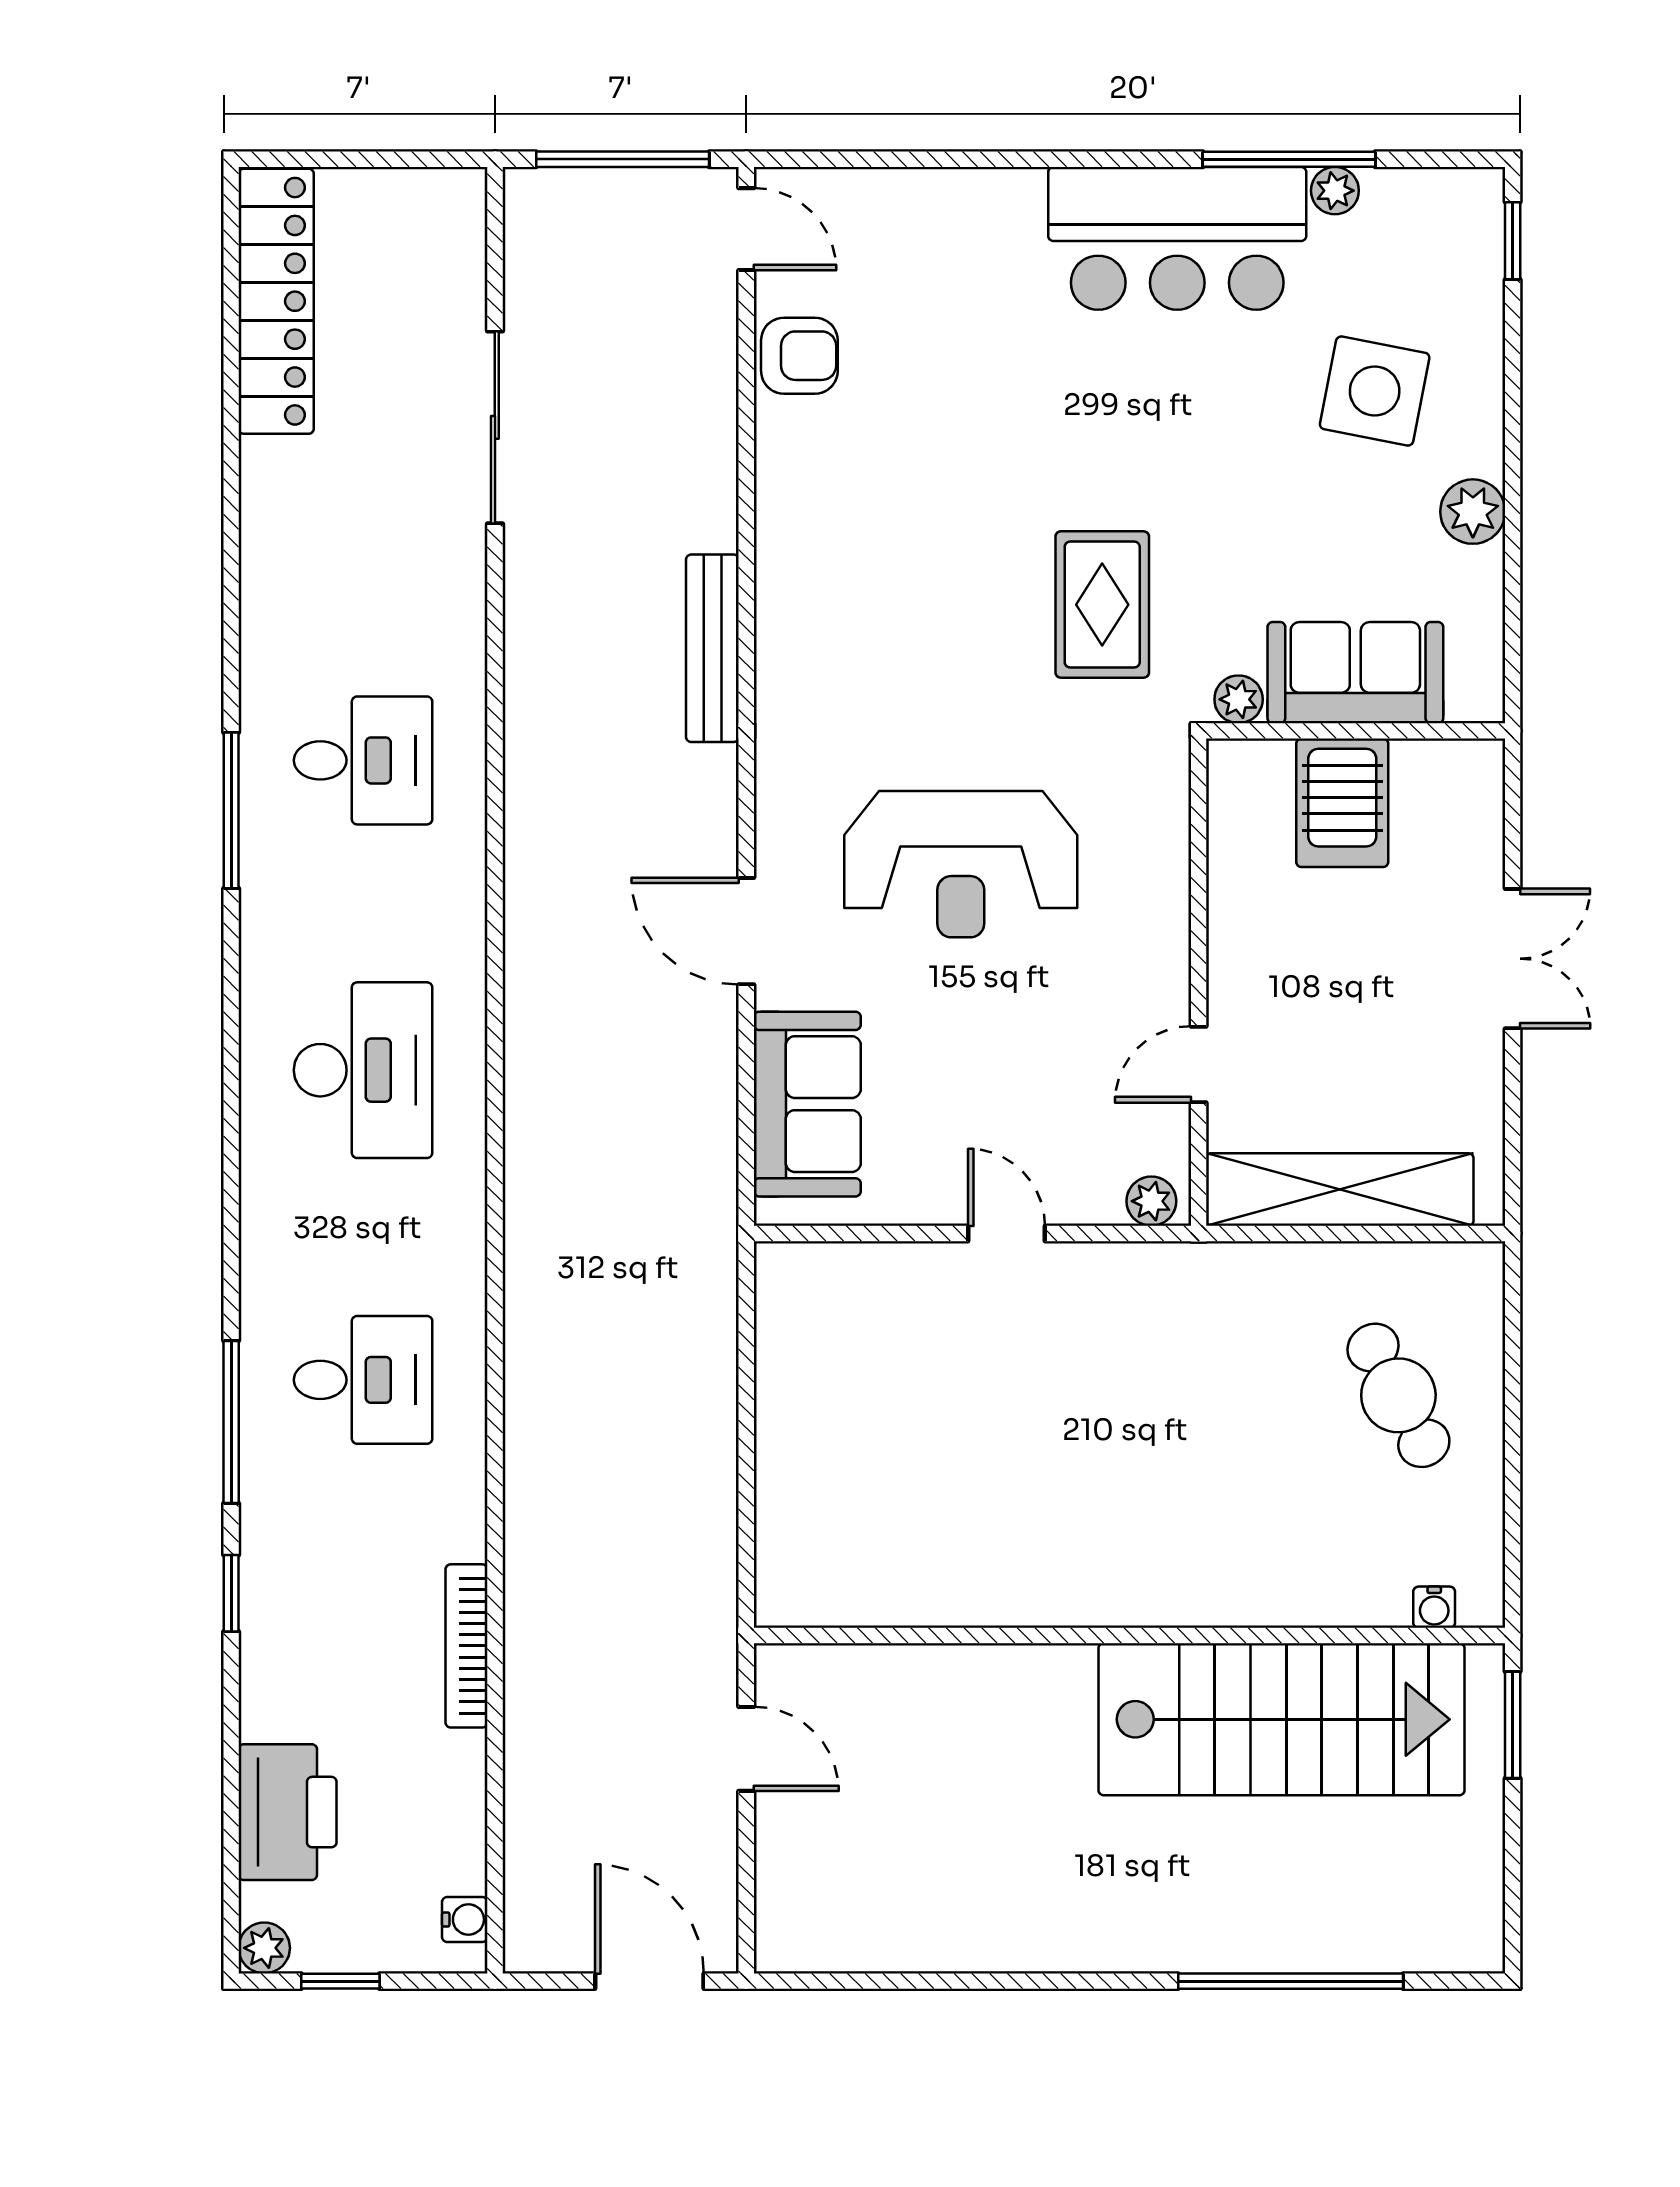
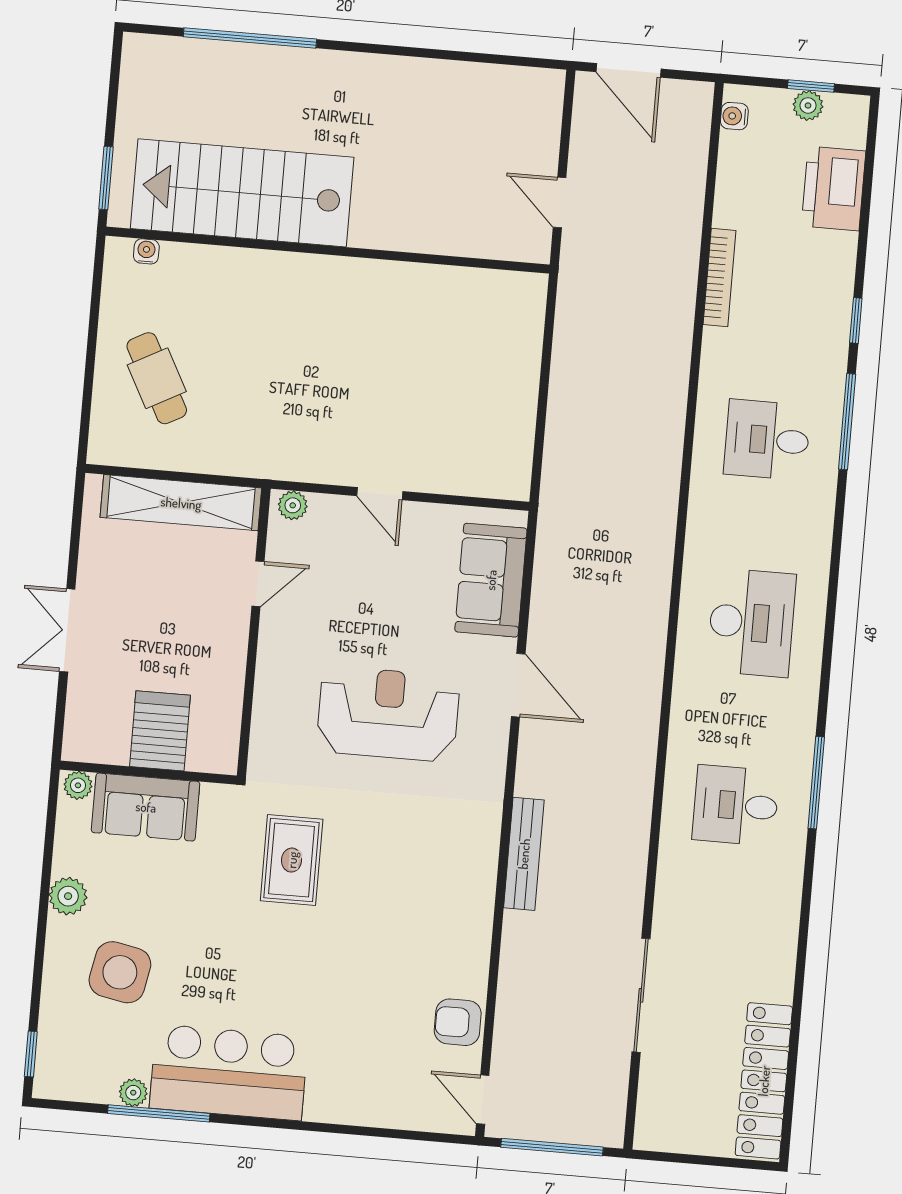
plant: (1239, 699) -> (78, 785), moved
desk: (363, 1070) -> (751, 623), turned 180
plant: (264, 1948) -> (808, 105), moved

